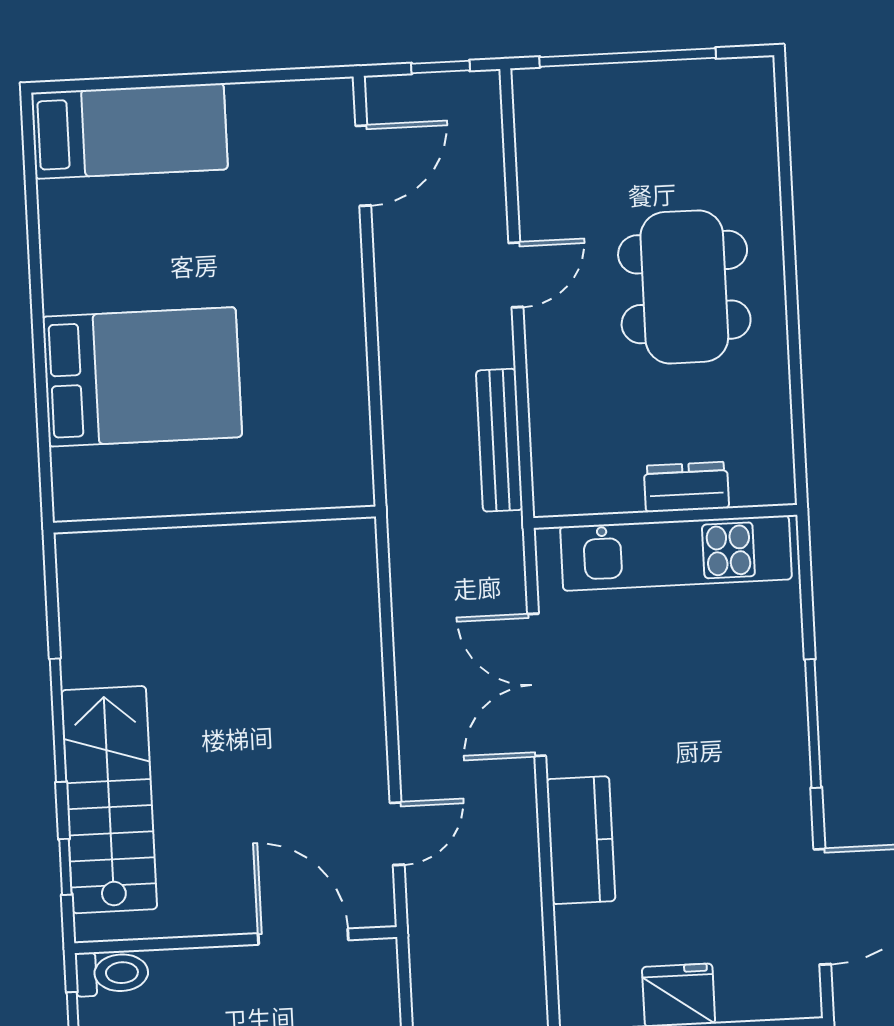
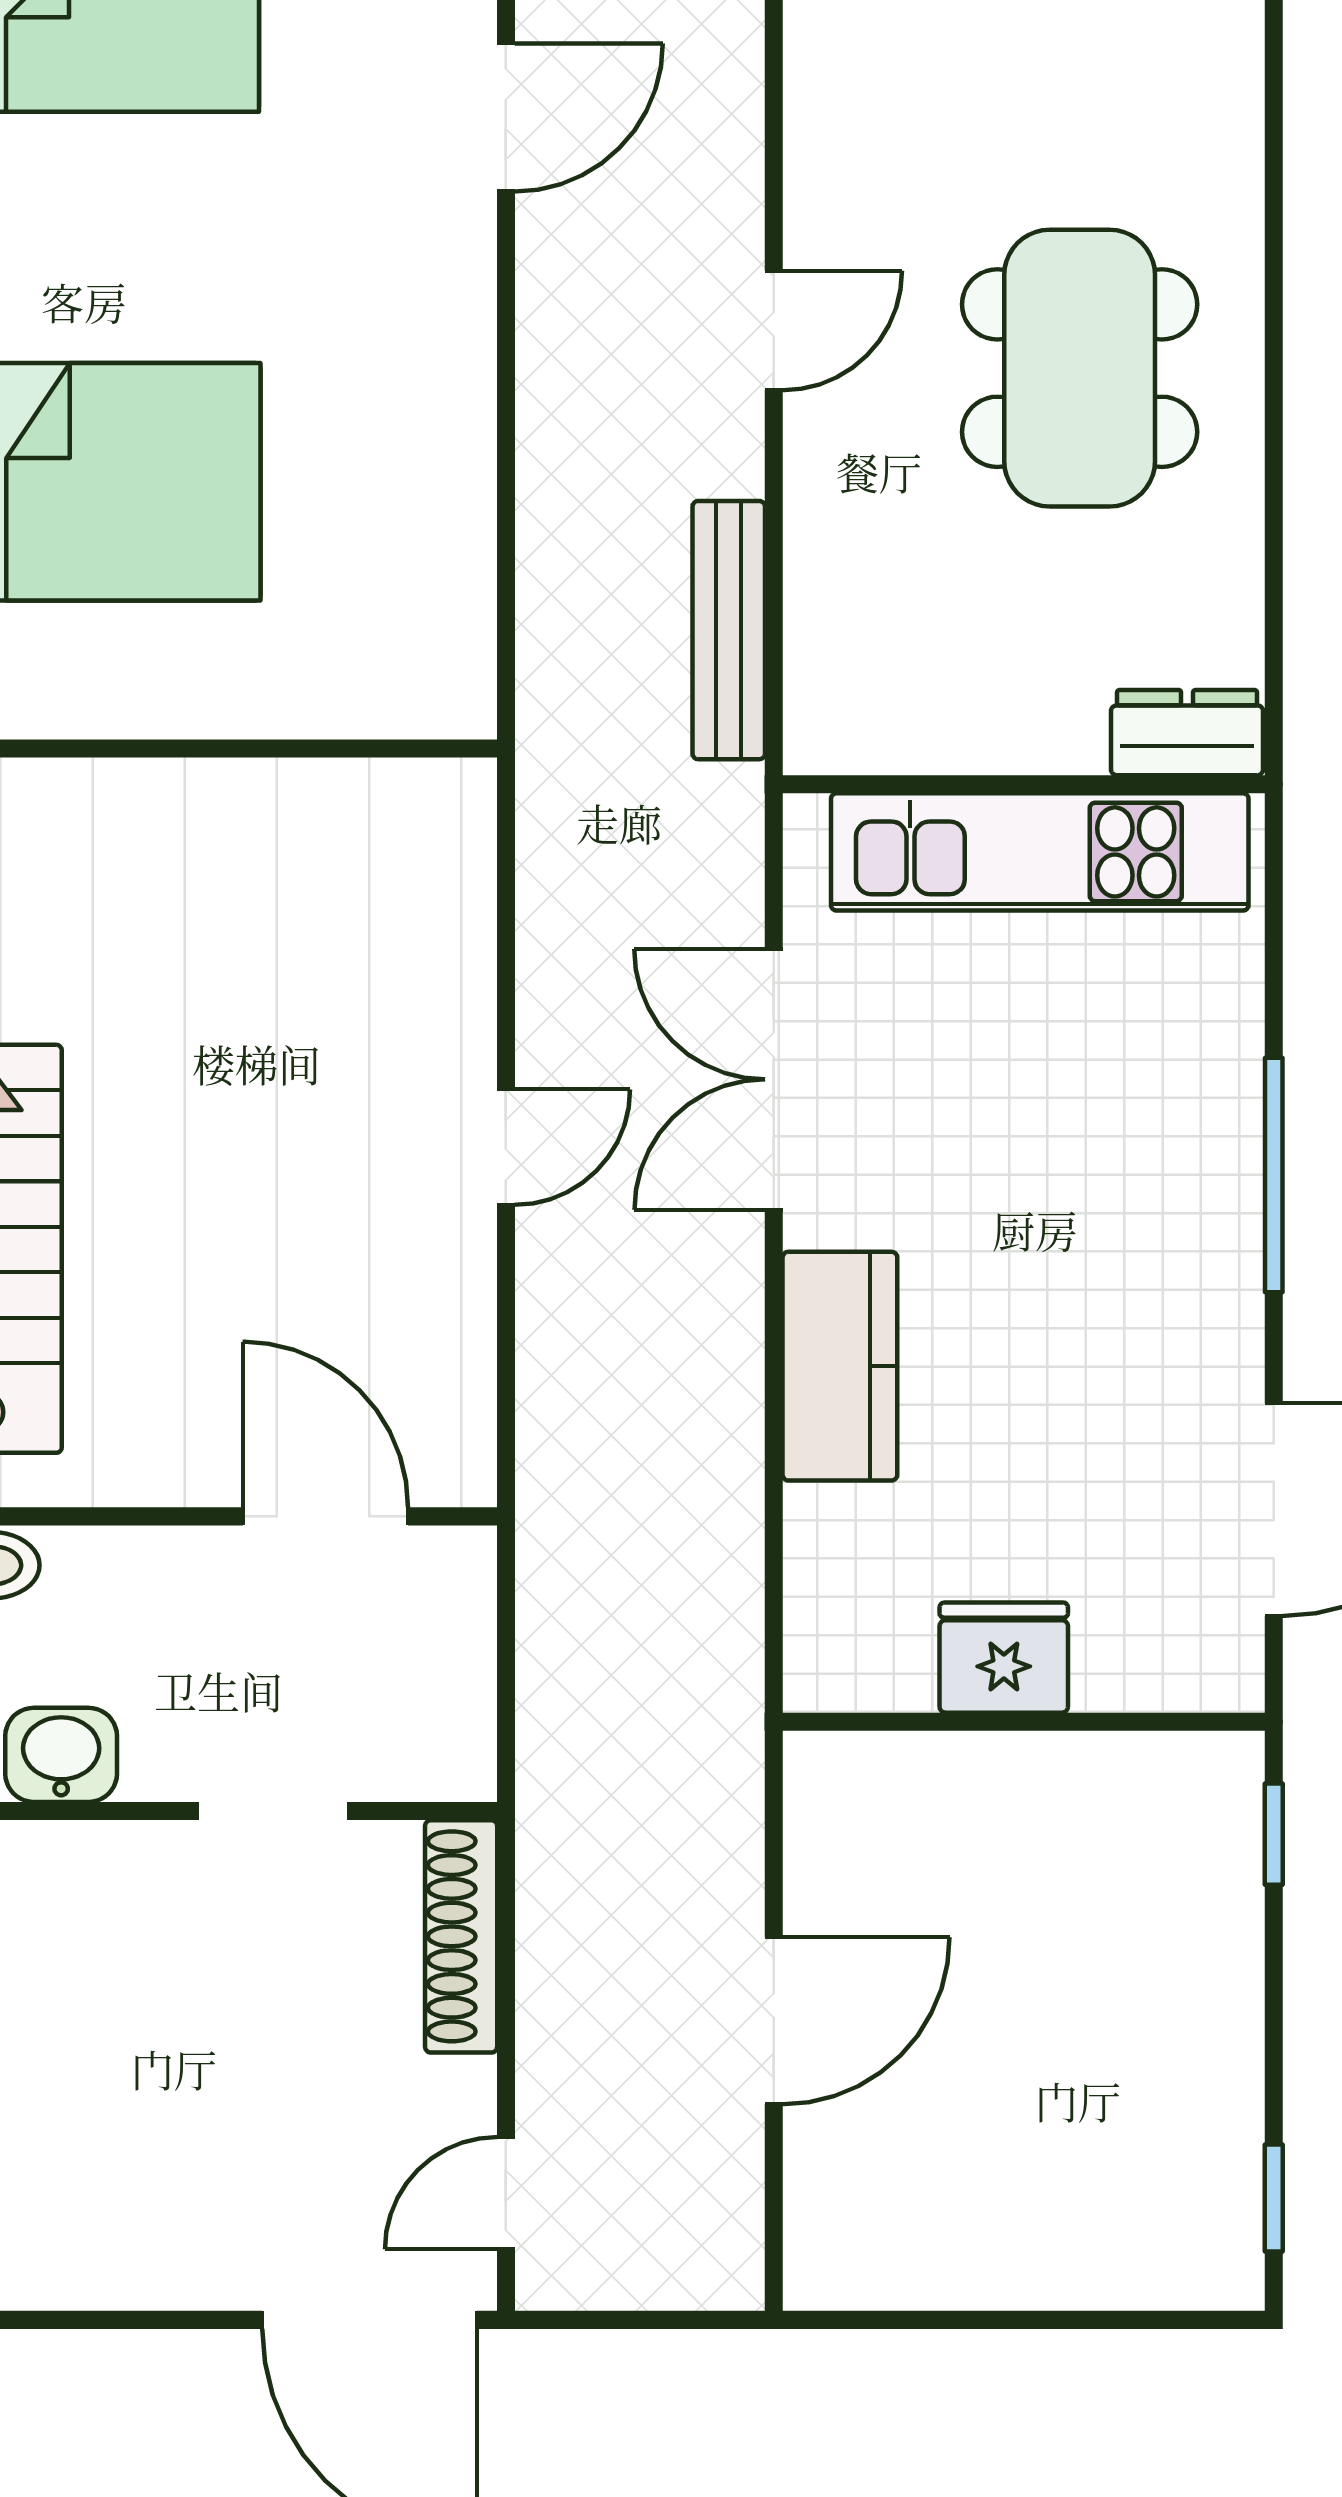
dresser: (686, 487) -> (1187, 733), moved
door: (397, 834) -> (506, 1147), moved

